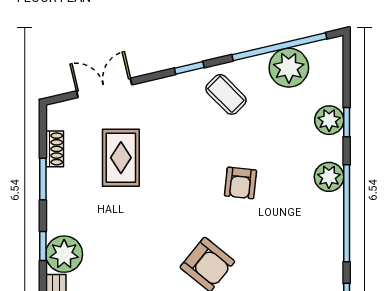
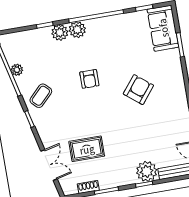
plant: (289, 68) -> (17, 70), width x0.53, depth x0.53
double door: (104, 88) -> (49, 165), swing flipped
plant: (329, 120) -> (60, 33), moved
armchair: (240, 183) -> (89, 79), turned 84

